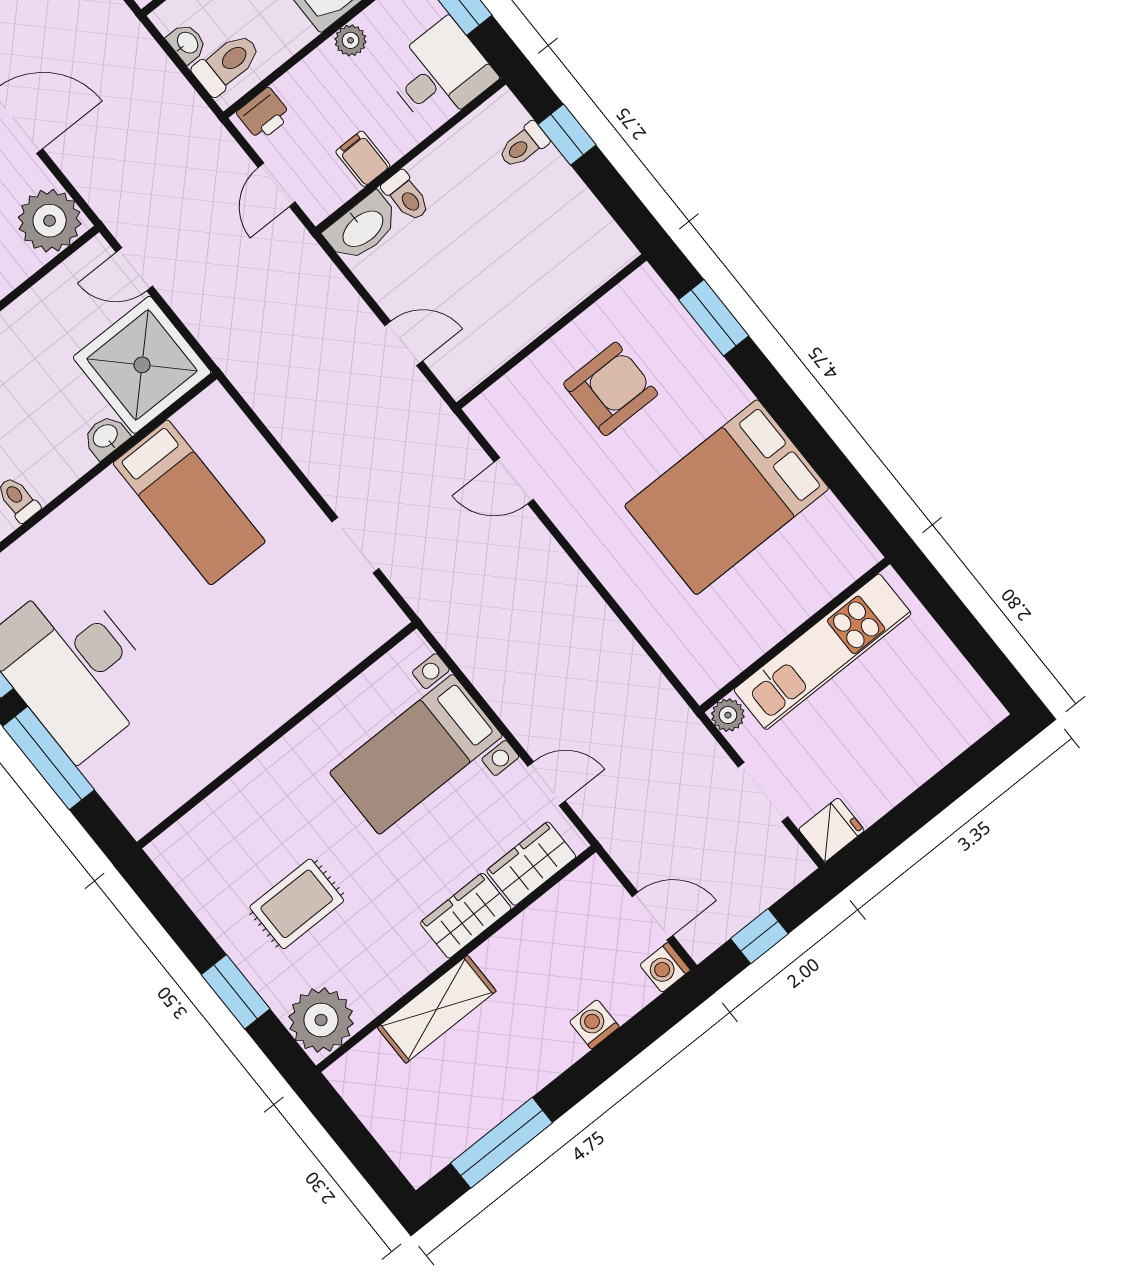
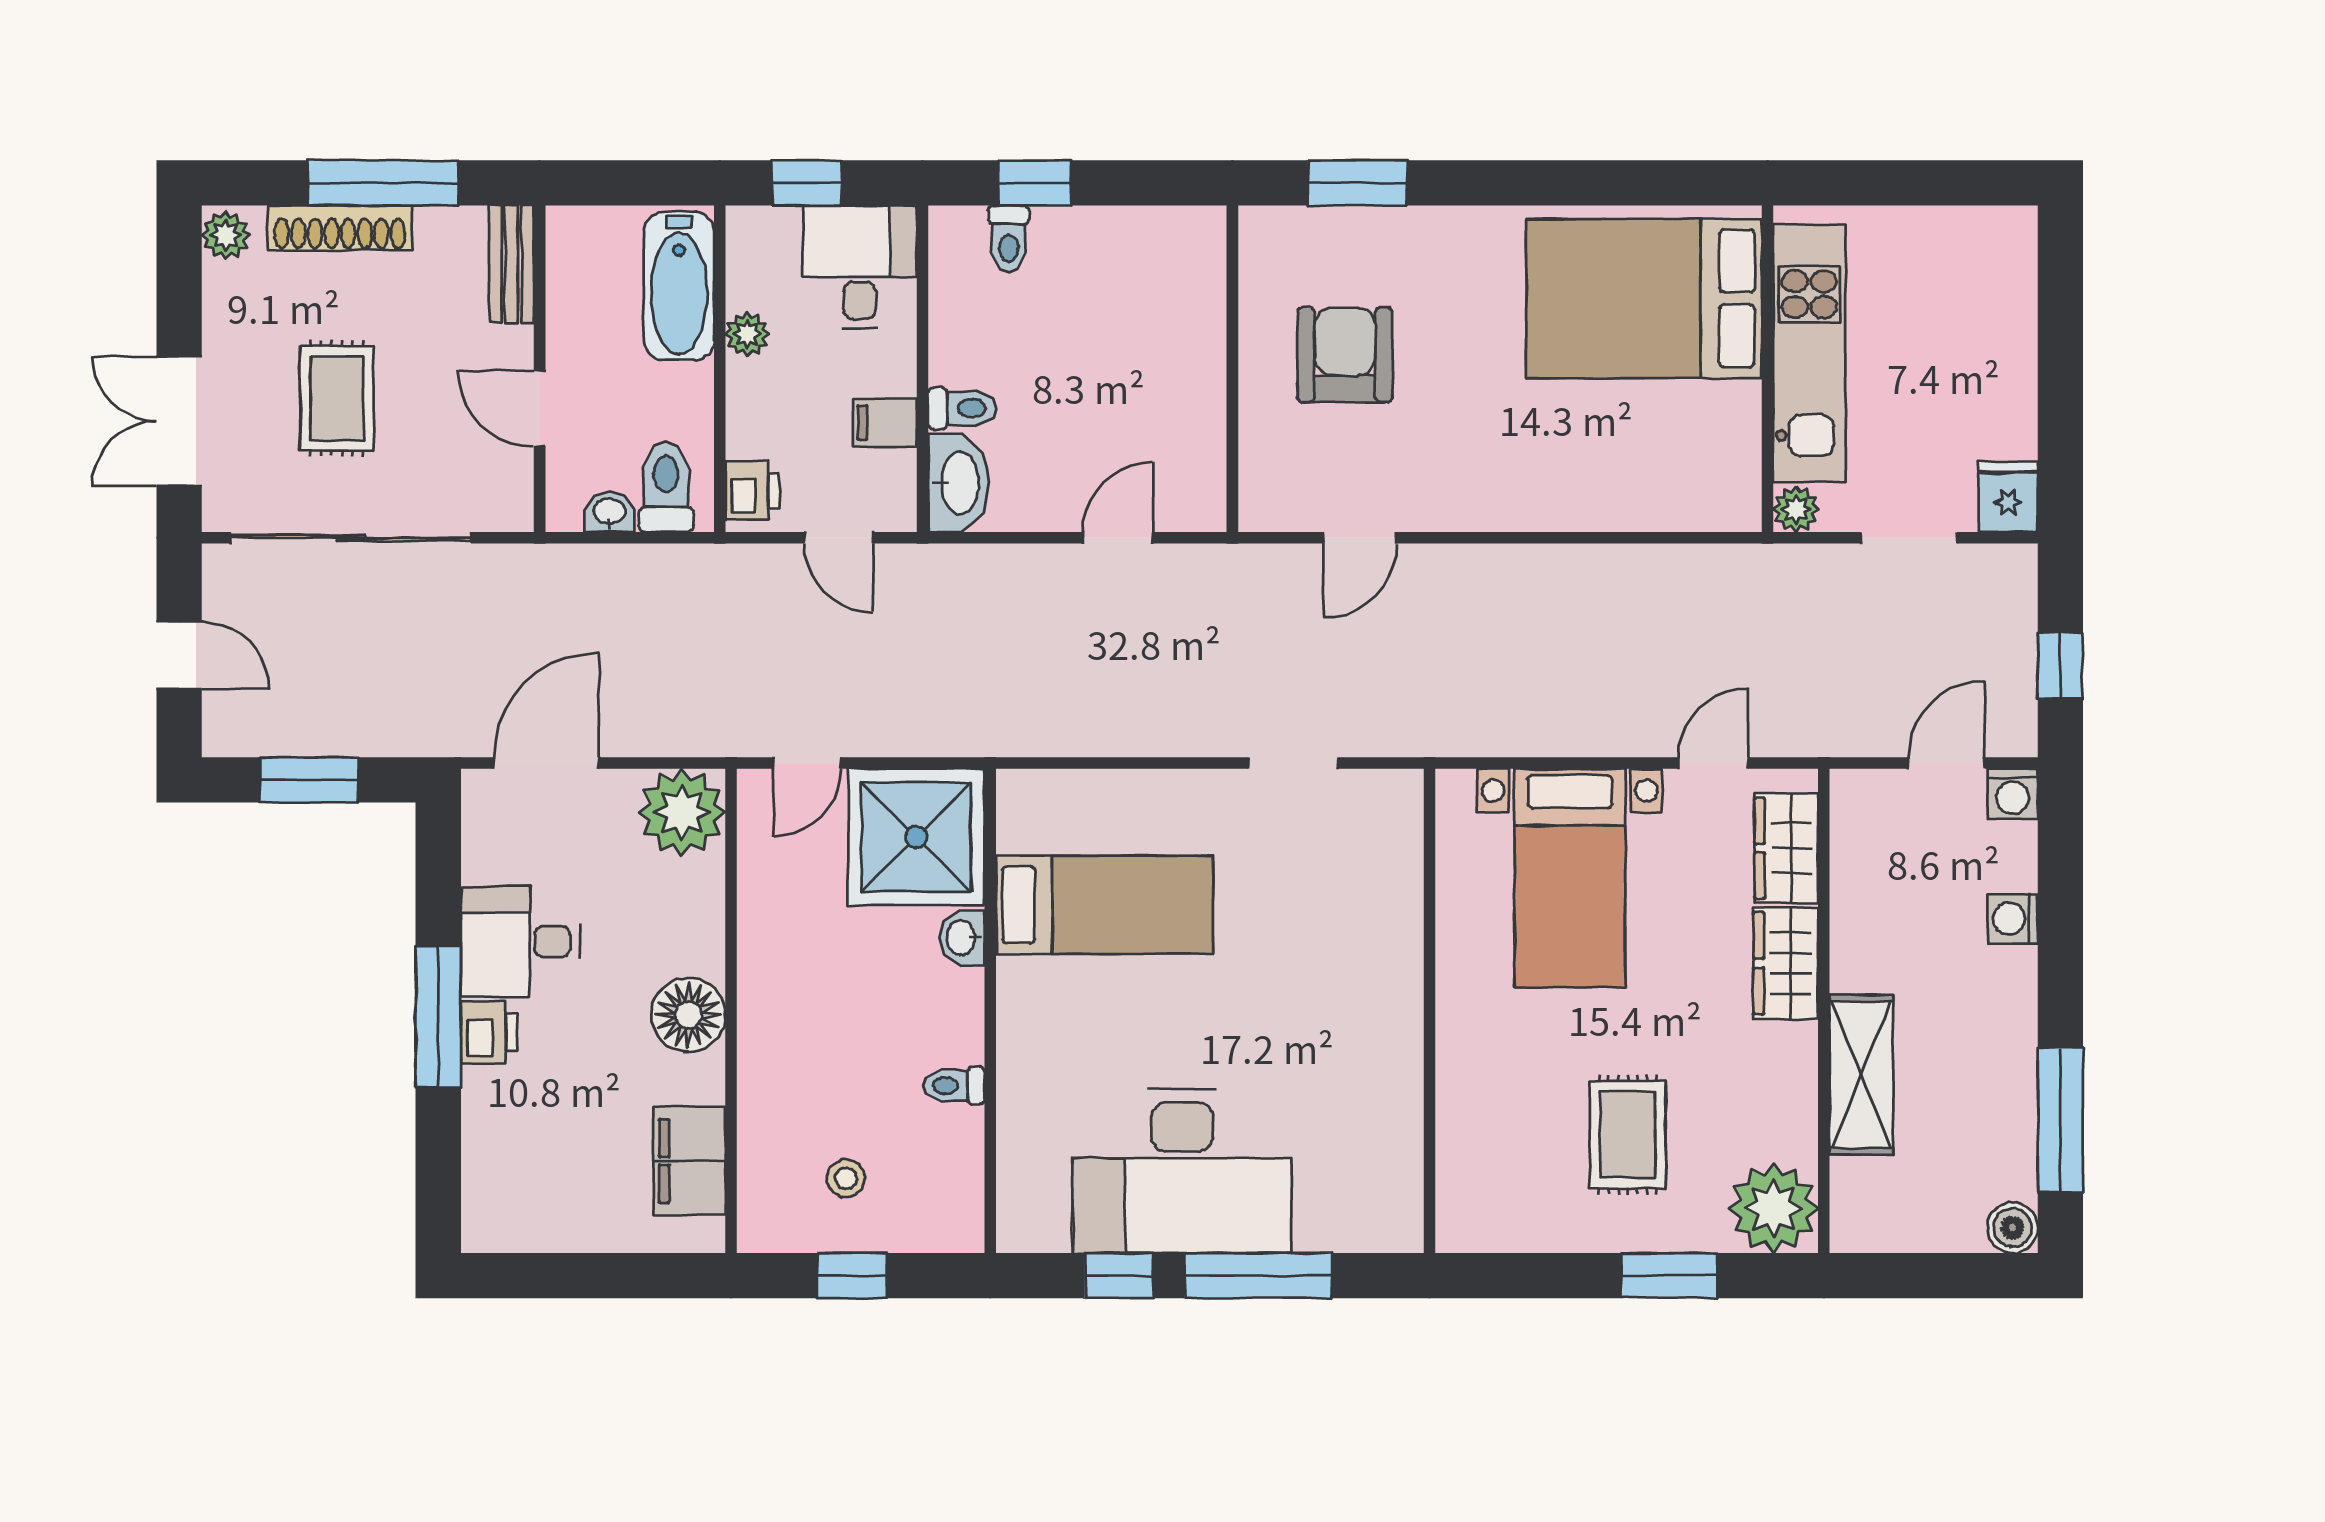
bed: (727, 497) -> (1644, 299), moved, turned 90
boiler: (419, 1164) -> (2012, 1228), added

